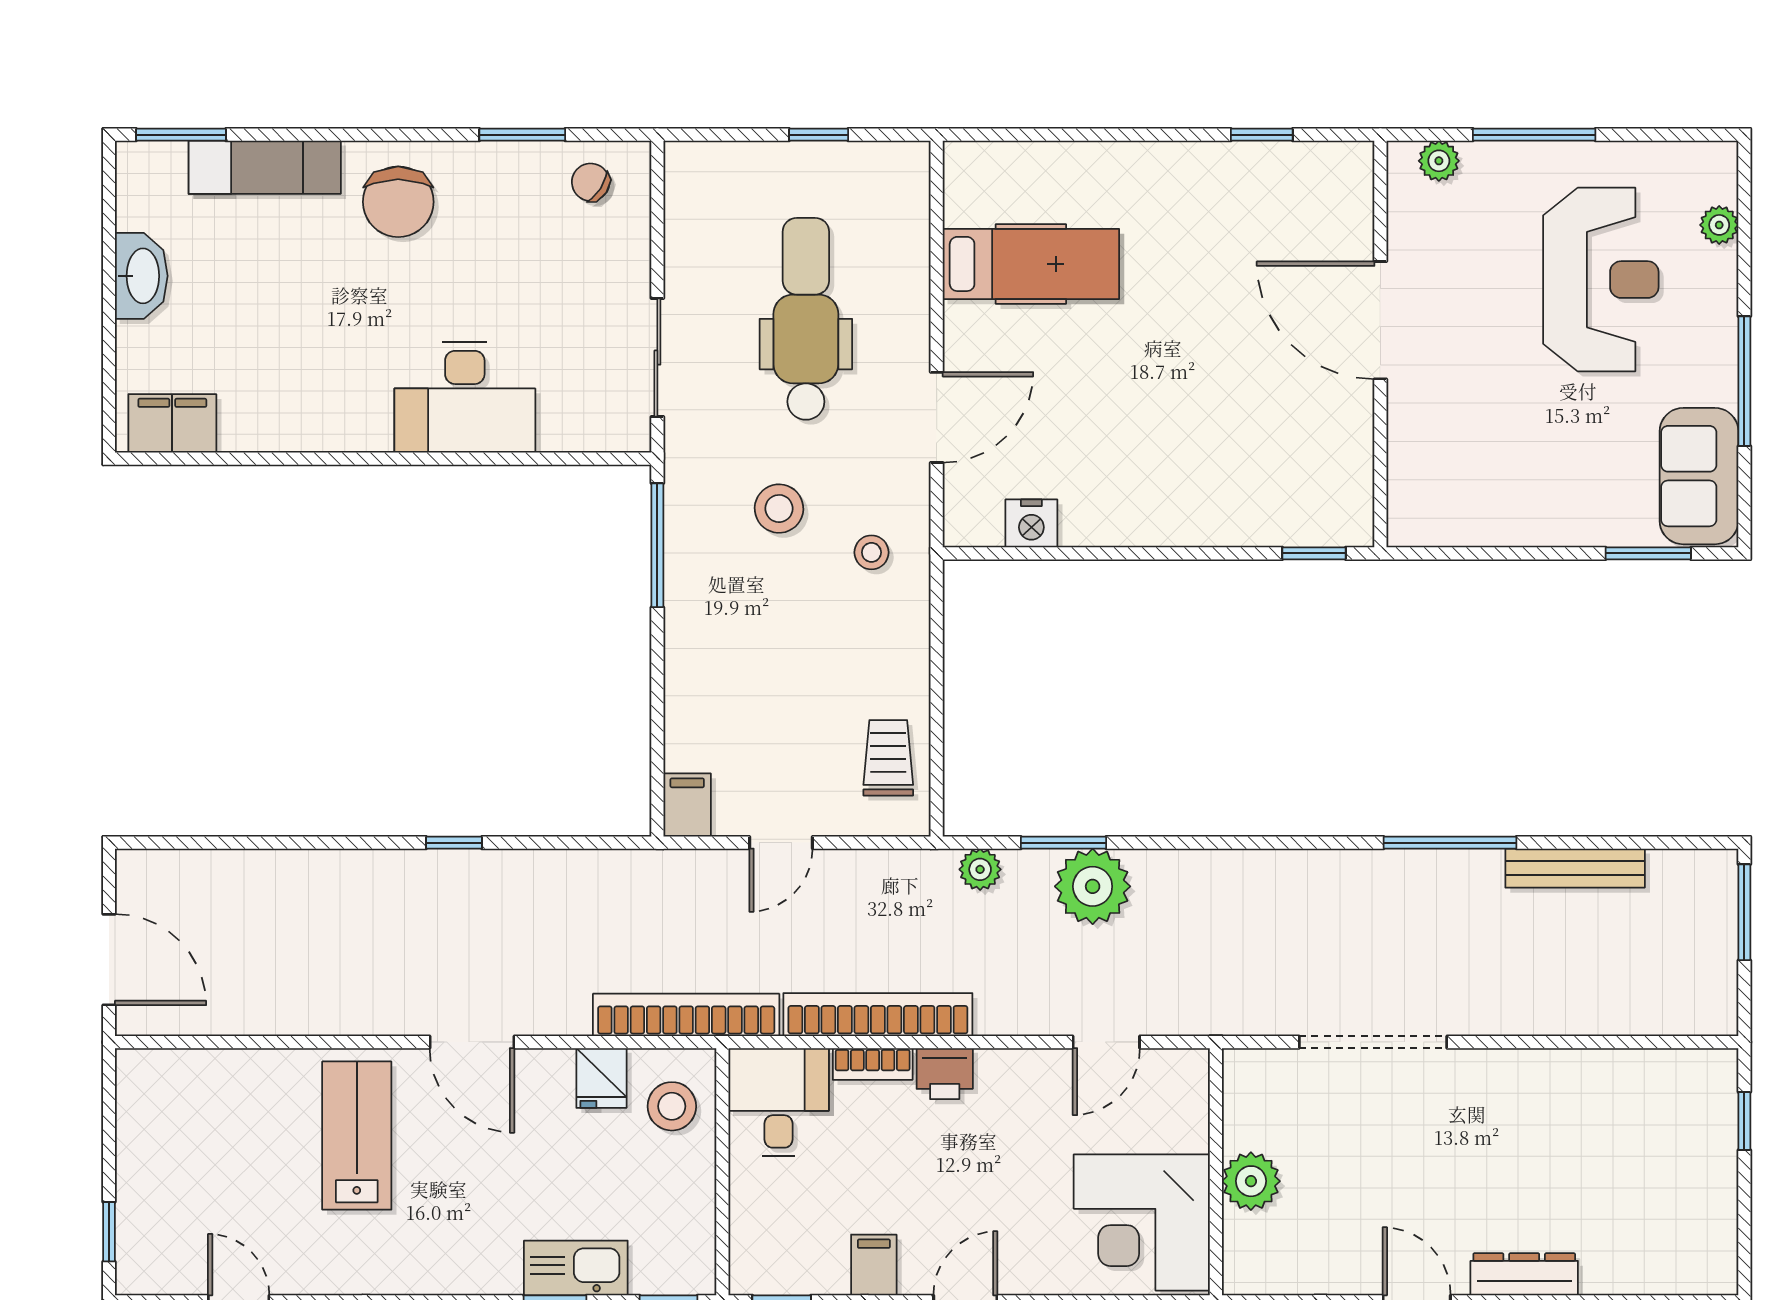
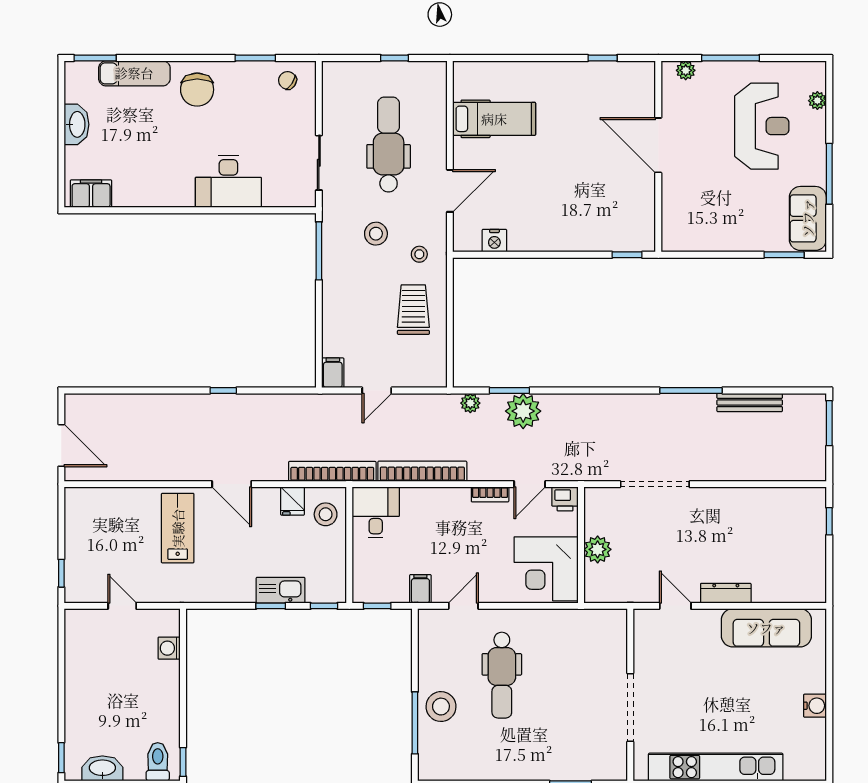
trolley: (888, 758) -> (413, 310), moved, width x1.36, depth x1.39
bookcase: (873, 1064) -> (490, 494), moved
printer: (945, 1074) -> (565, 499), moved

